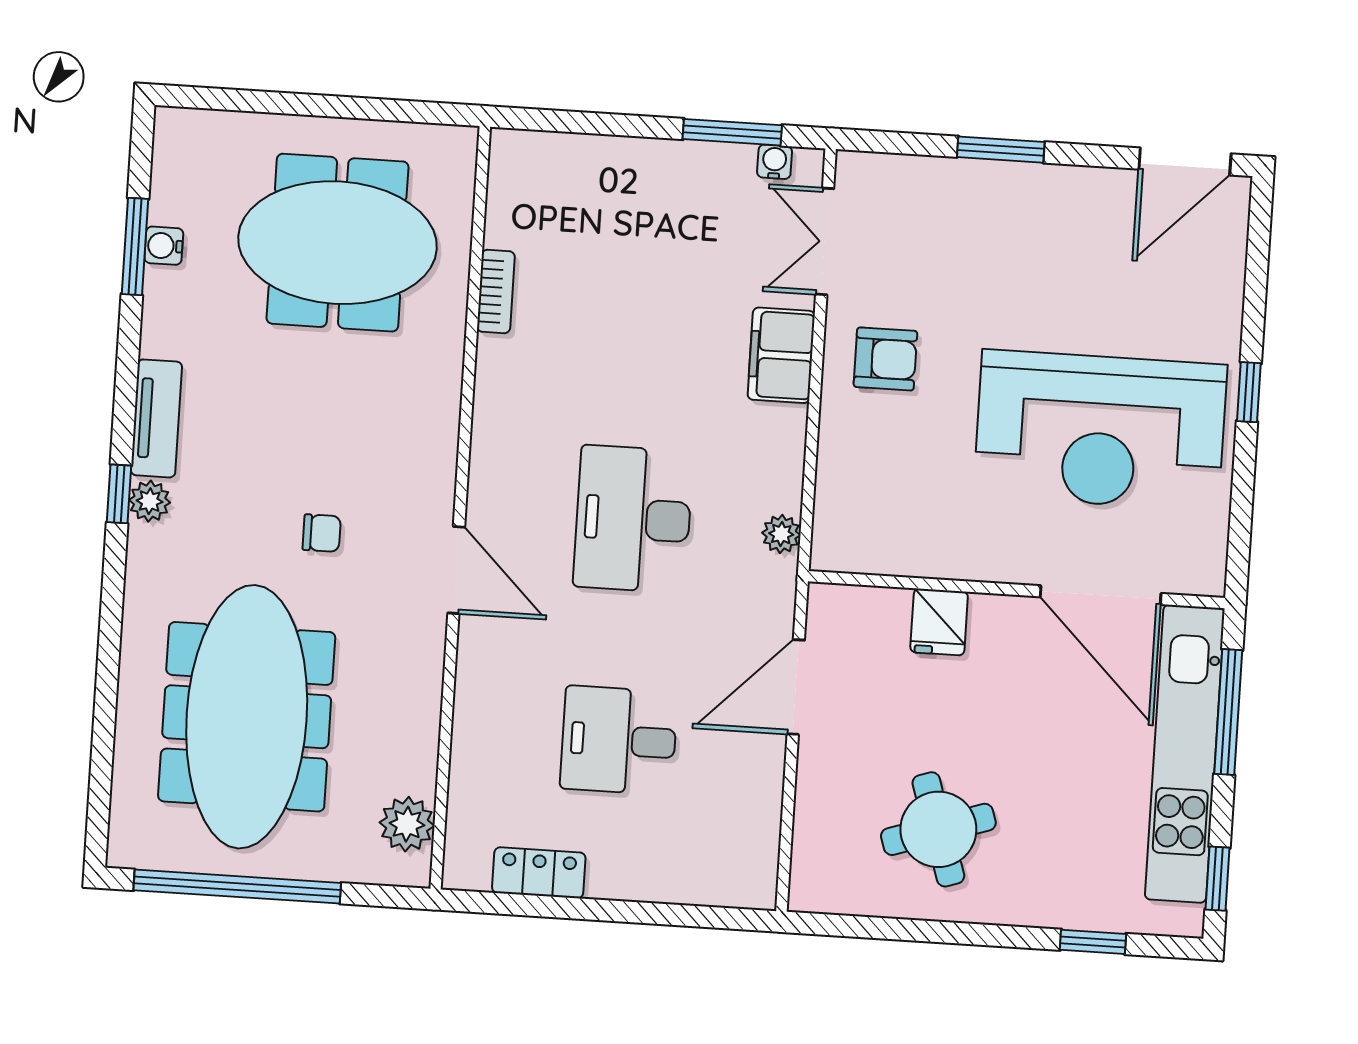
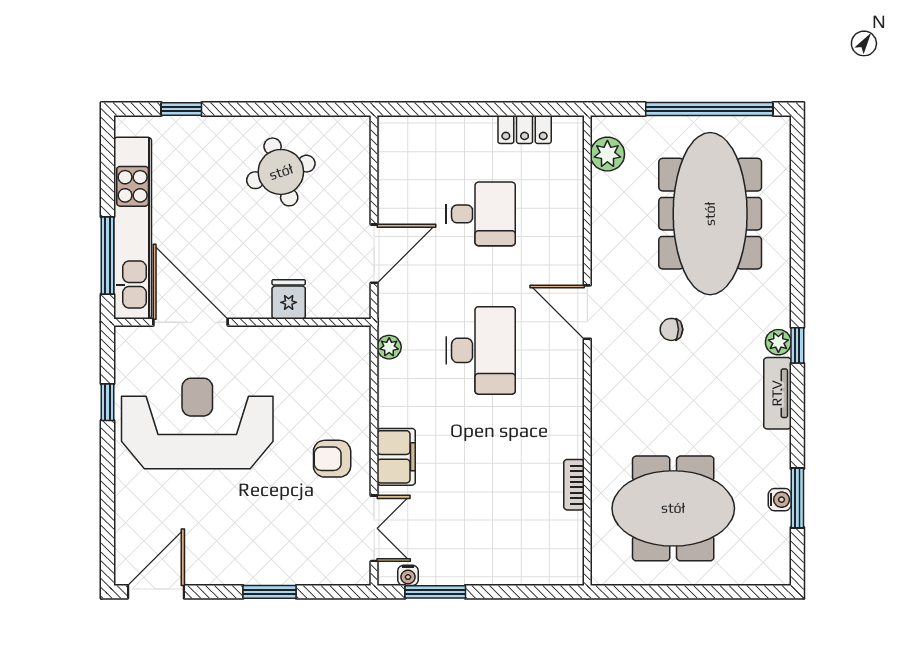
window: (1249, 392) -> (108, 402), moved
window: (1217, 879) -> (108, 153), removed

